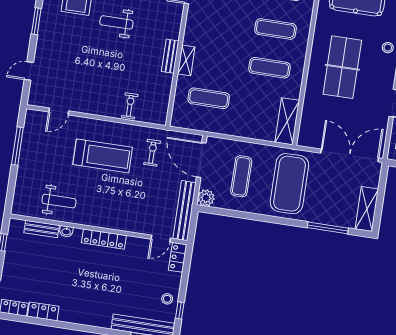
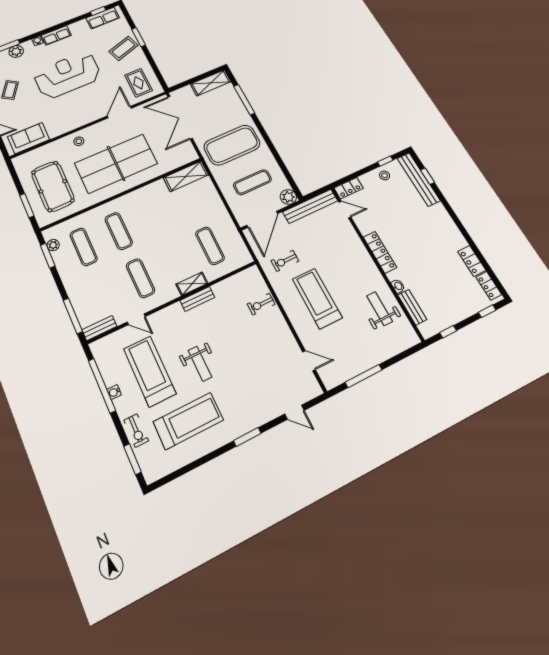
table tennis table: (342, 67) -> (116, 163), width x1.36, depth x1.32
exercise mat: (270, 68) -> (140, 278), moved

